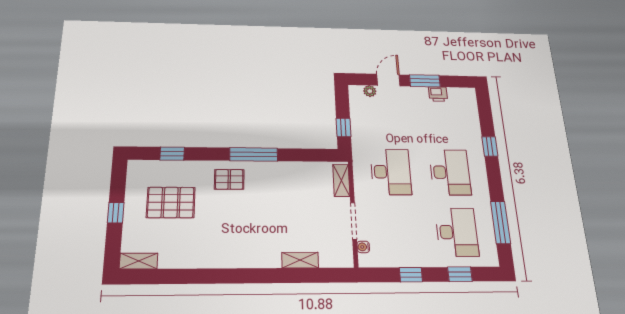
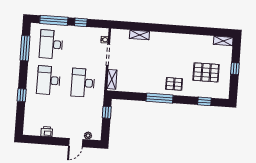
window: (425, 81) -> (53, 141), removed
window: (460, 274) -> (54, 20), width x2.17

